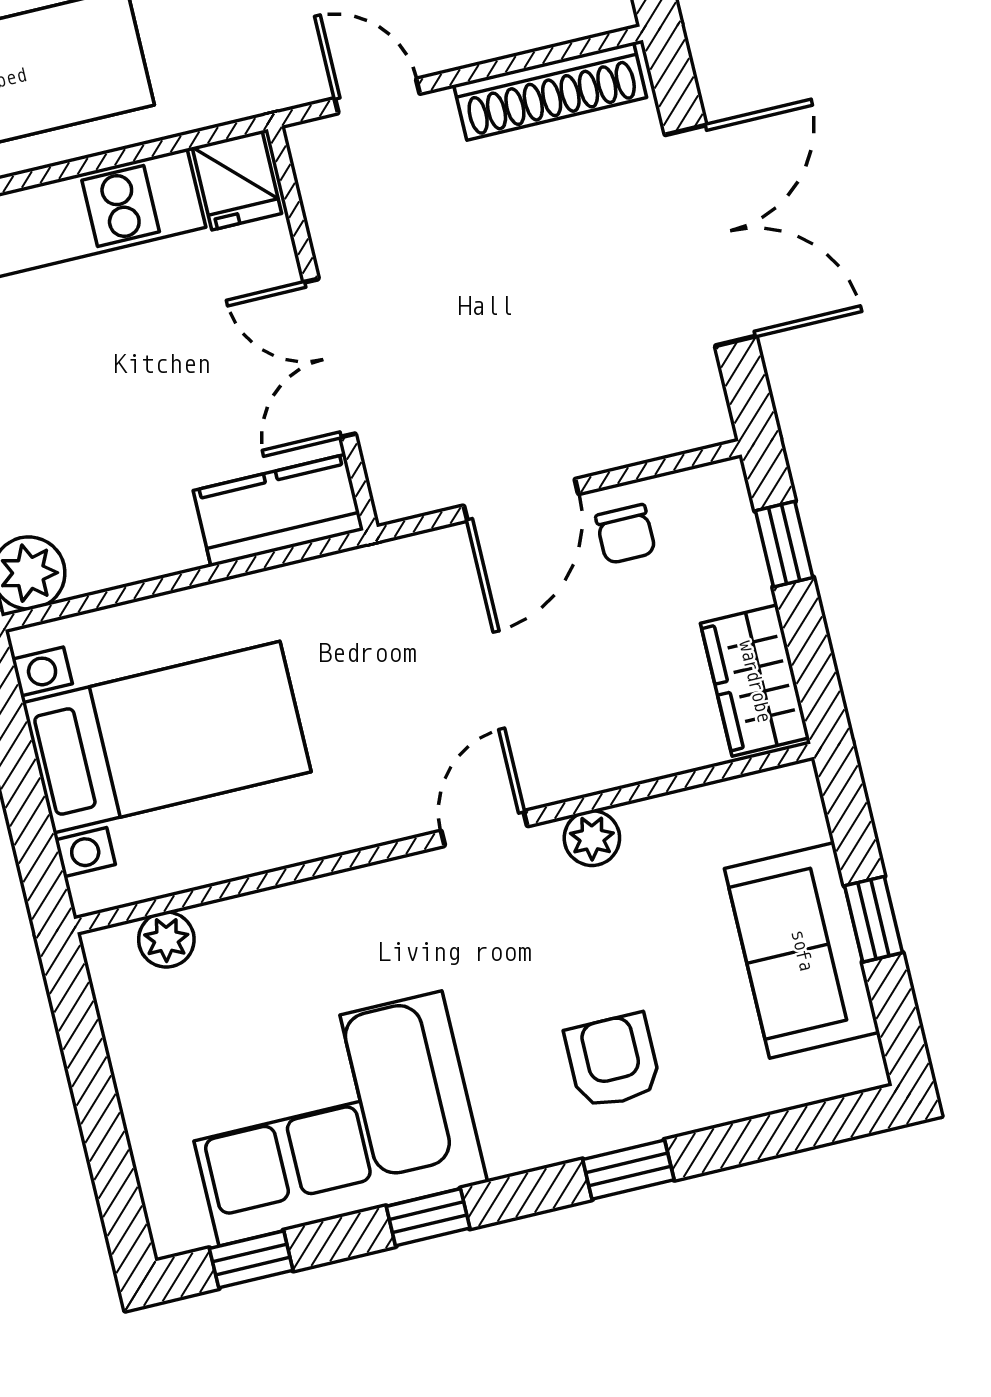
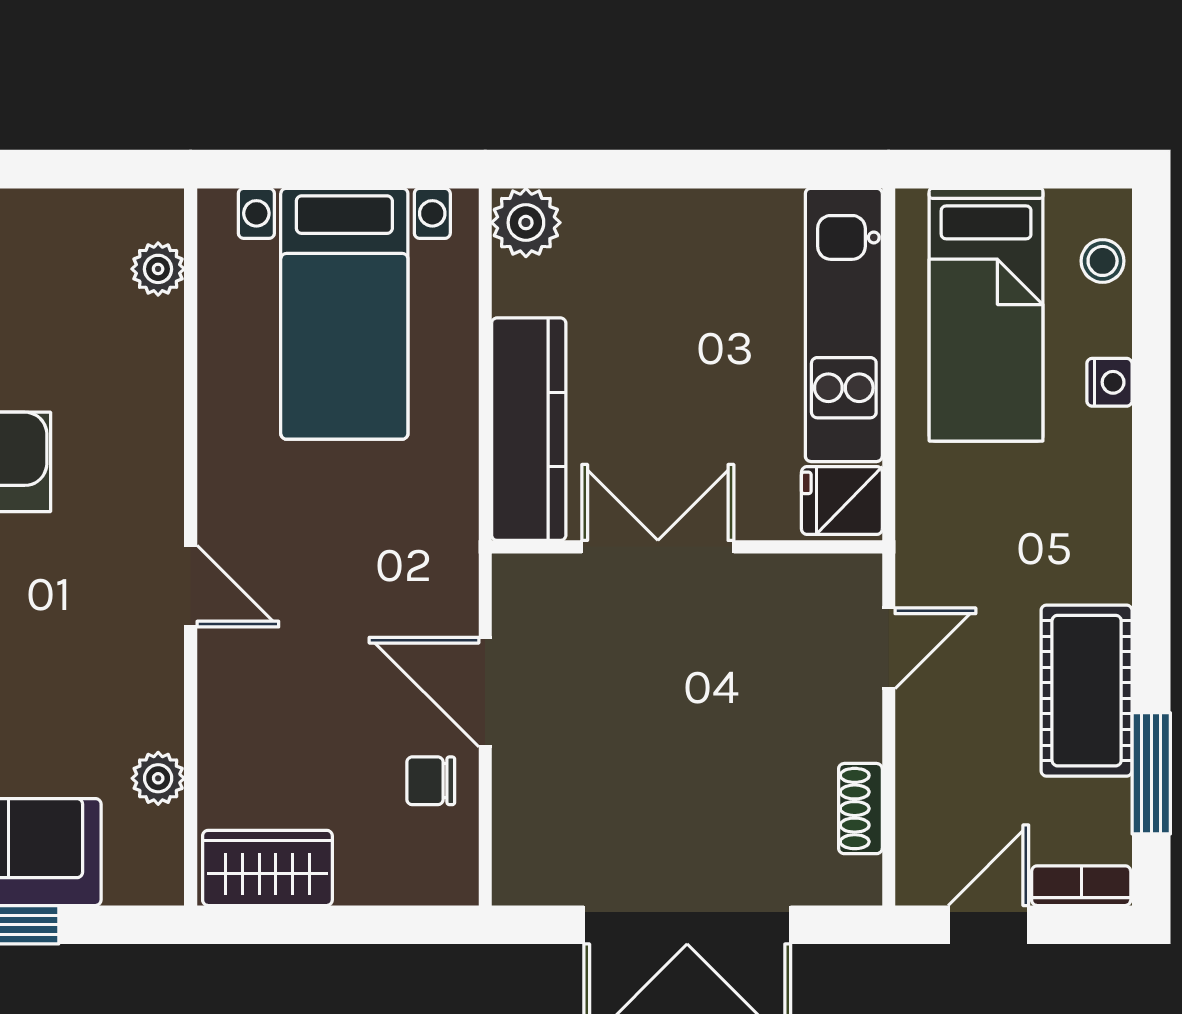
shoe rack: (550, 91) -> (860, 809), width x0.51, depth x0.81
kitchen counter: (278, 510) -> (529, 429), width x1.50
window: (784, 544) -> (387, 925), removed
plant: (592, 838) -> (158, 778), moved

